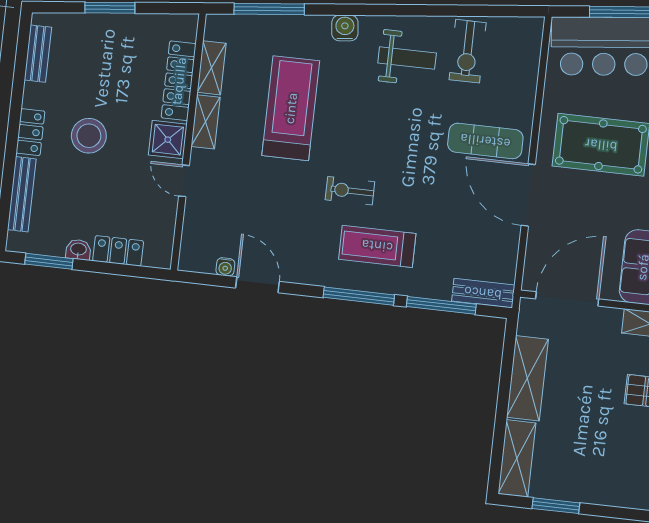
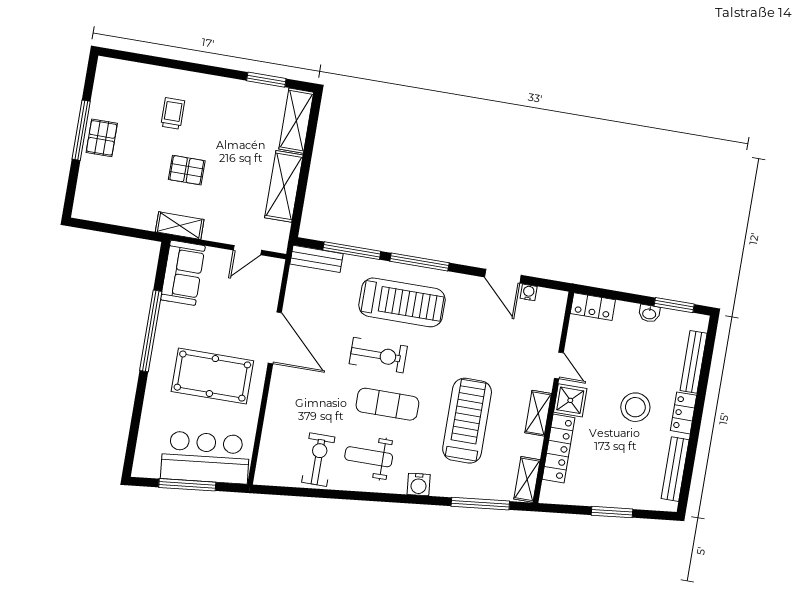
bench: (38, 54) -> (675, 469), width x1.36
shelving: (212, 68) -> (527, 479), moved
treadmill: (291, 108) -> (467, 421), turned 180
exercise mat: (485, 141) -> (387, 404), moved
exercise bike: (350, 191) -> (378, 355), moved, width x1.38, depth x1.39
treadmill: (377, 246) -> (402, 302), width x1.37, depth x1.38
locker: (118, 251) -> (593, 307), moved
door: (567, 299) -> (247, 250), width x0.53

